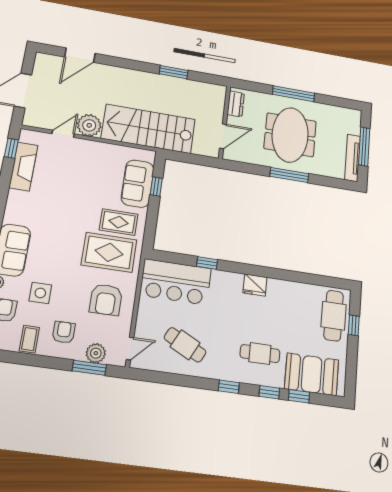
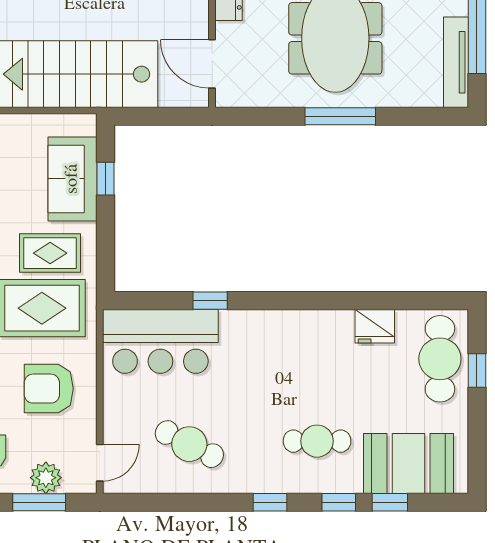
door: (223, 136) -> (212, 64), swing flipped
fridge: (255, 285) -> (375, 326), moved
armchair: (106, 300) -> (49, 389), turned 90

